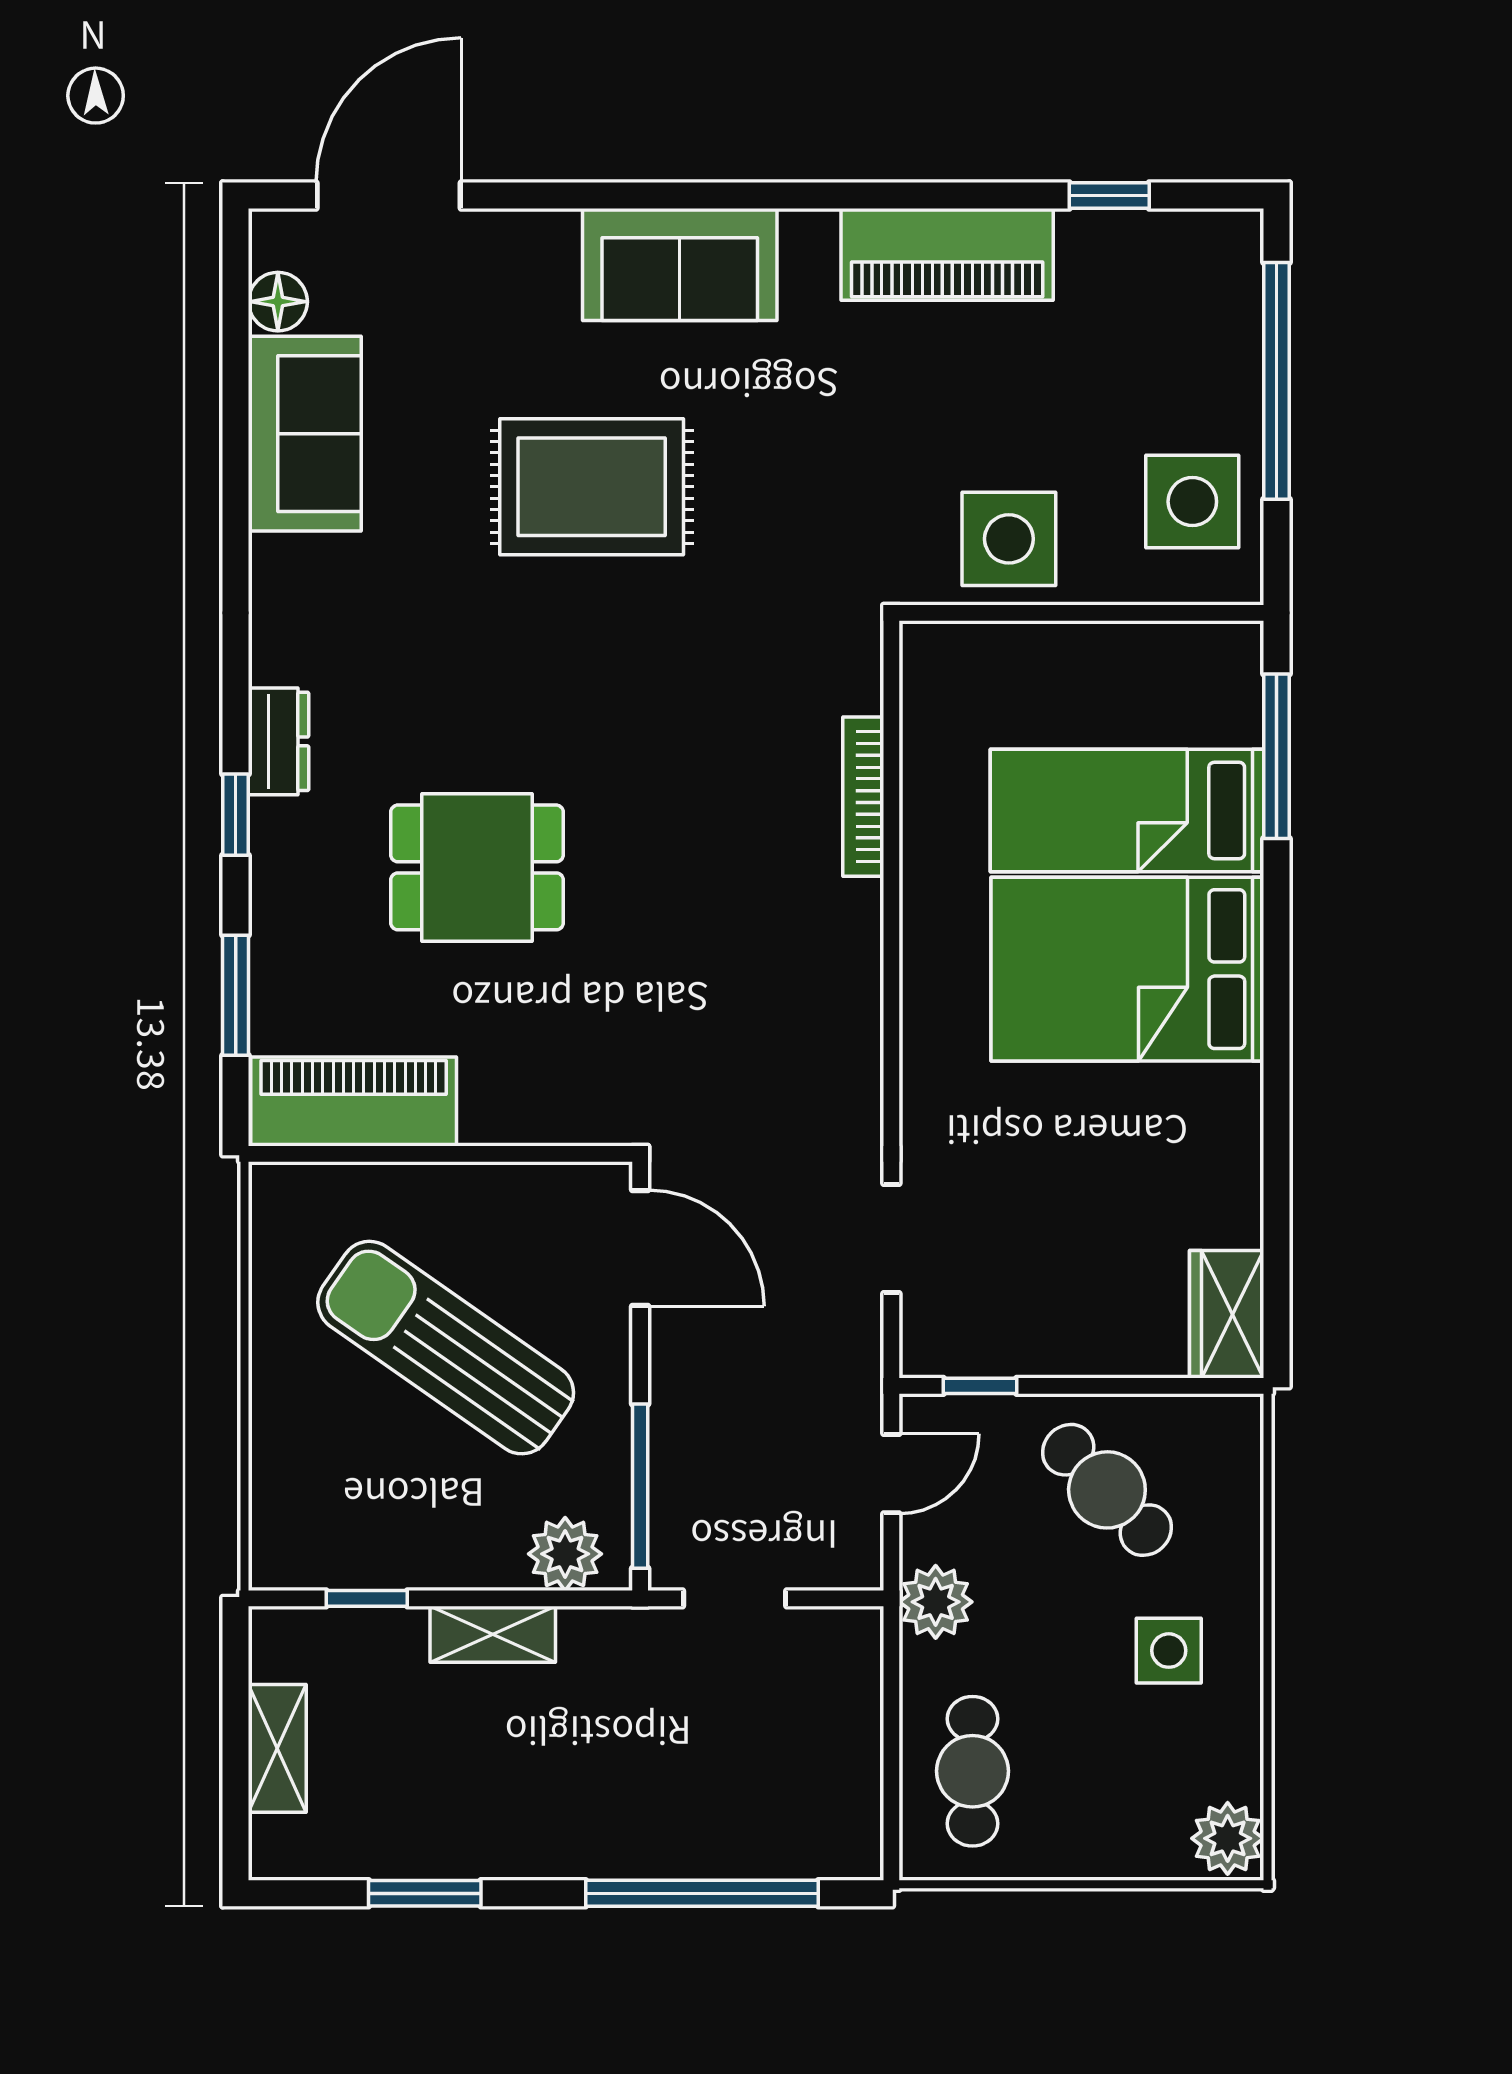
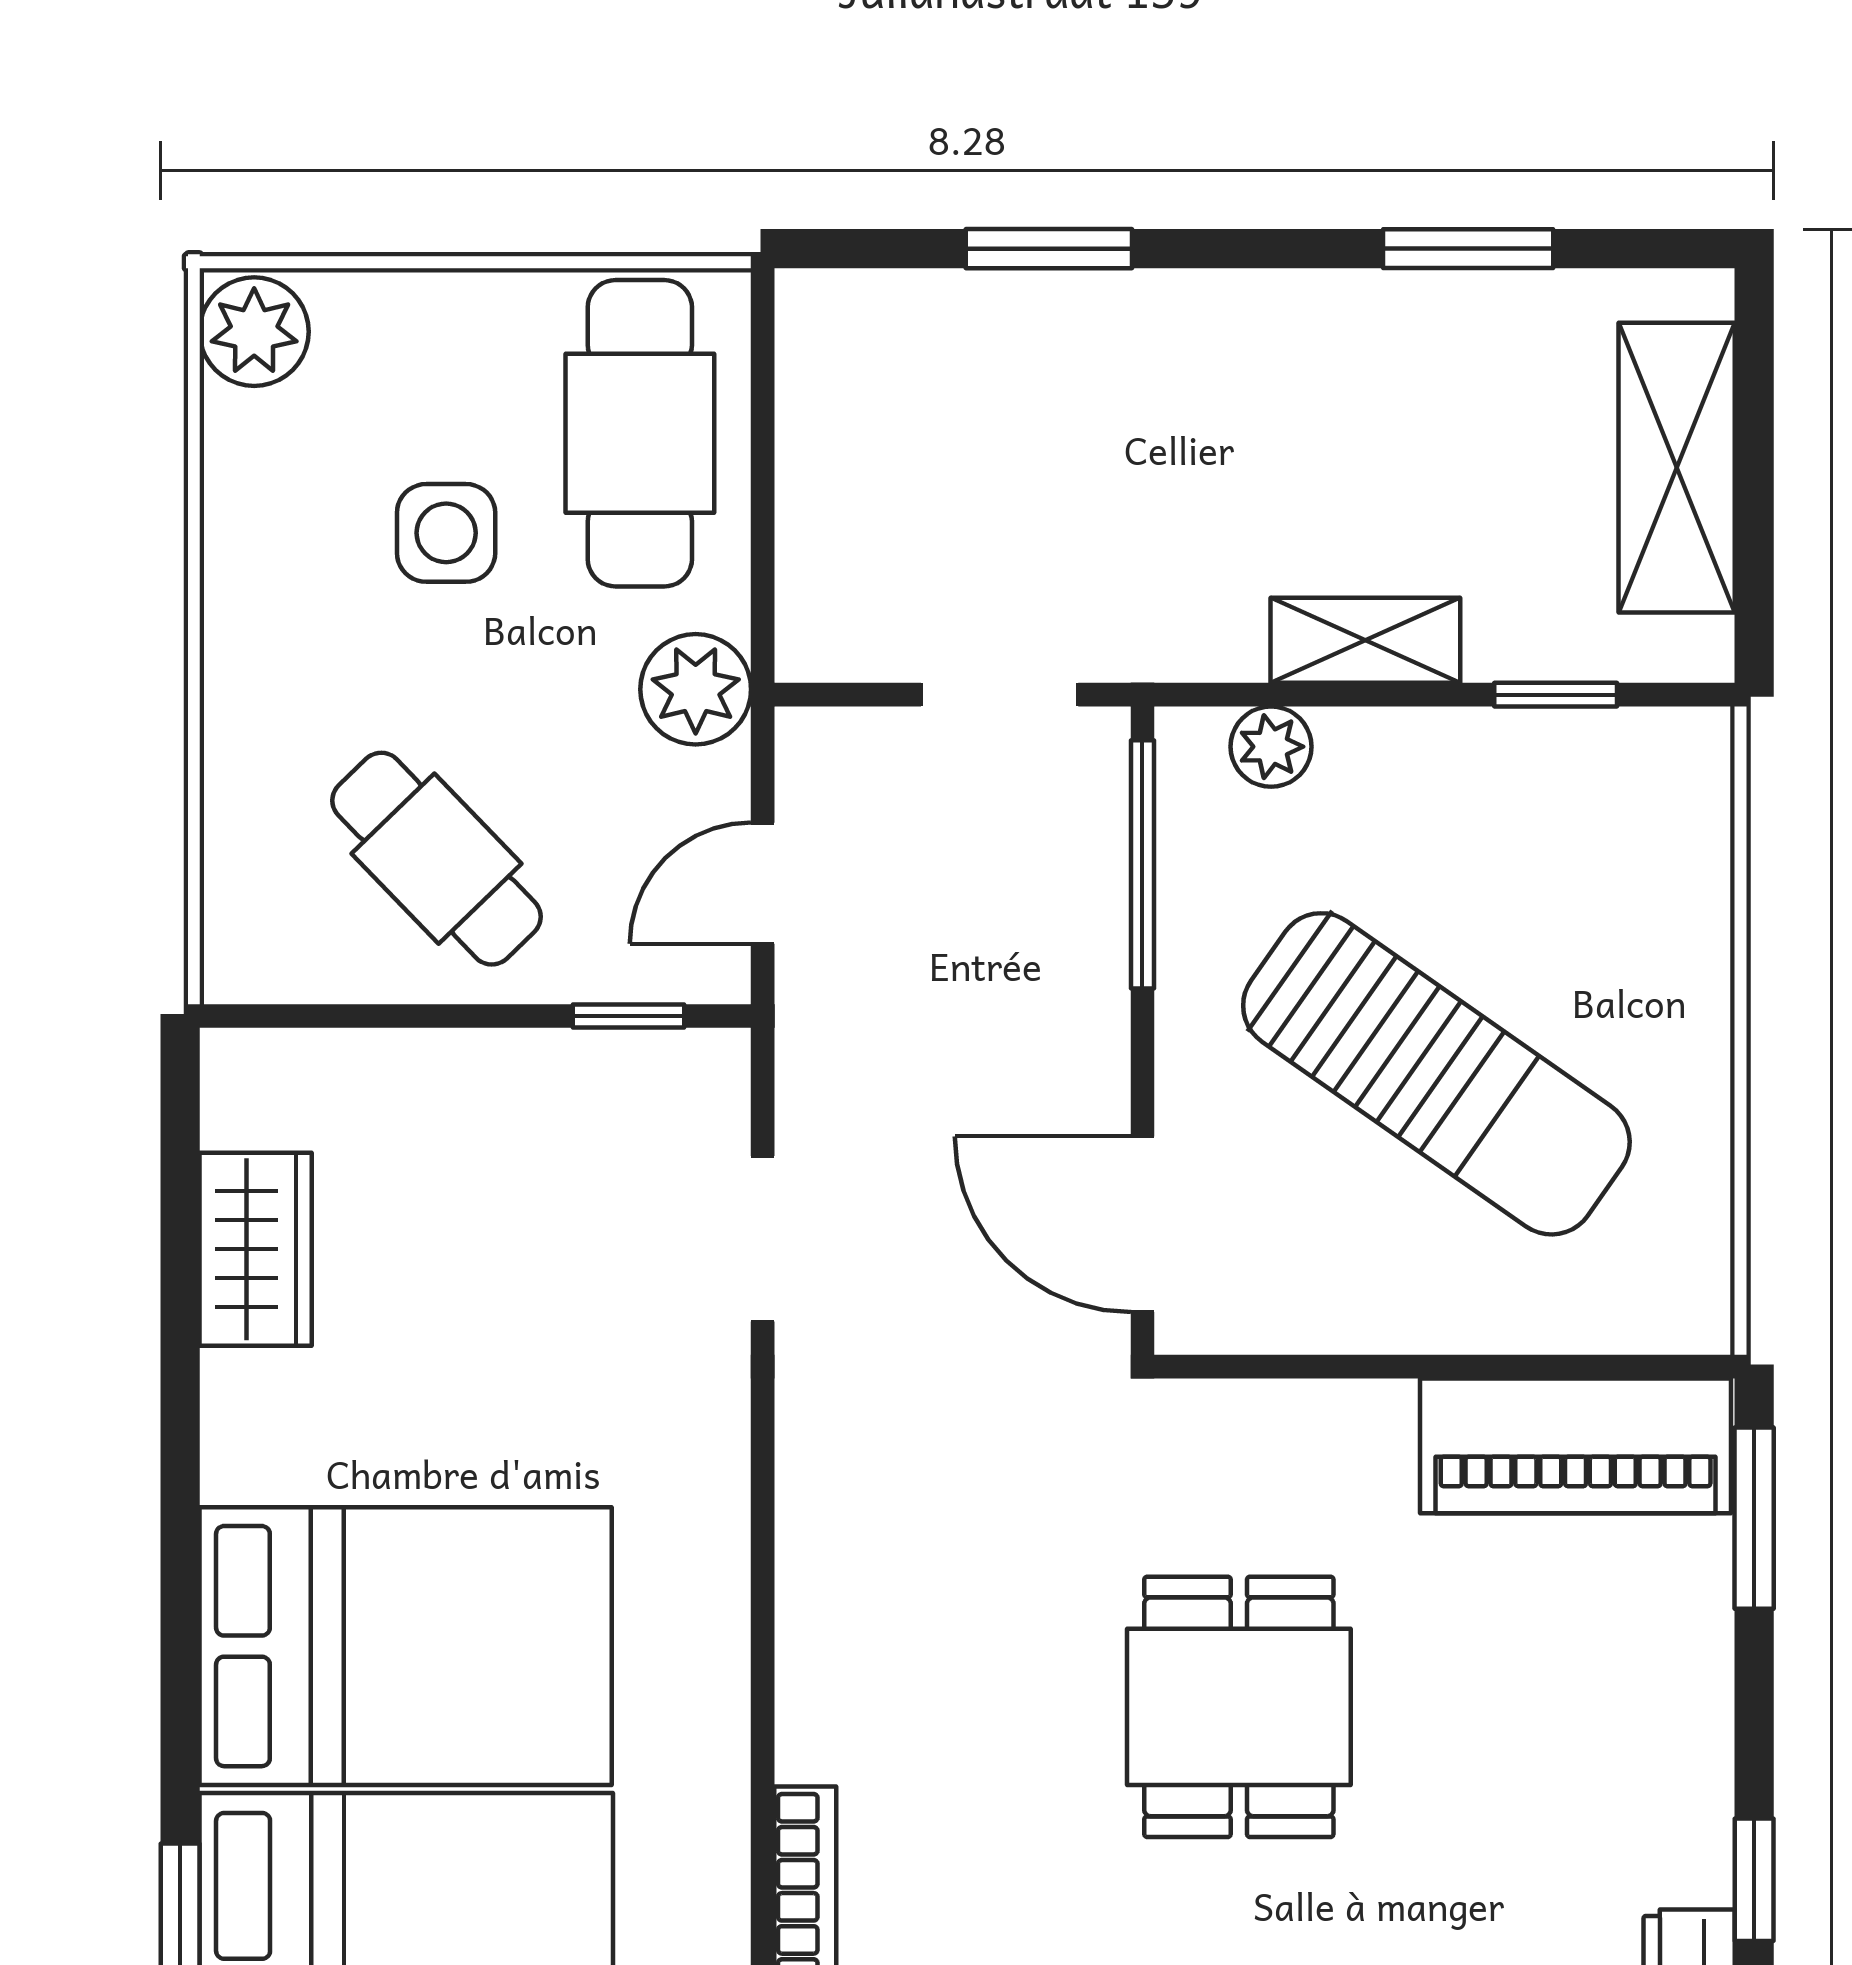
dining table: (477, 867) -> (1239, 1707), moved, turned 90
window: (236, 995) -> (1754, 1518), moved
wardrobe: (1227, 1314) -> (256, 1249), moved
plant: (565, 1554) -> (1271, 747), width x0.73, depth x0.73
side table: (1169, 1651) -> (446, 533), moved
shelving: (277, 1748) -> (1677, 468), width x1.50, depth x1.33
cafe table: (972, 1771) -> (640, 433), width x1.37, depth x1.35
window: (702, 1893) -> (1049, 249), width x0.47

